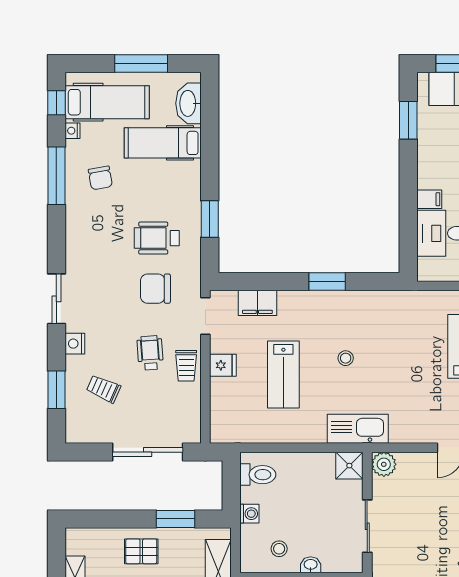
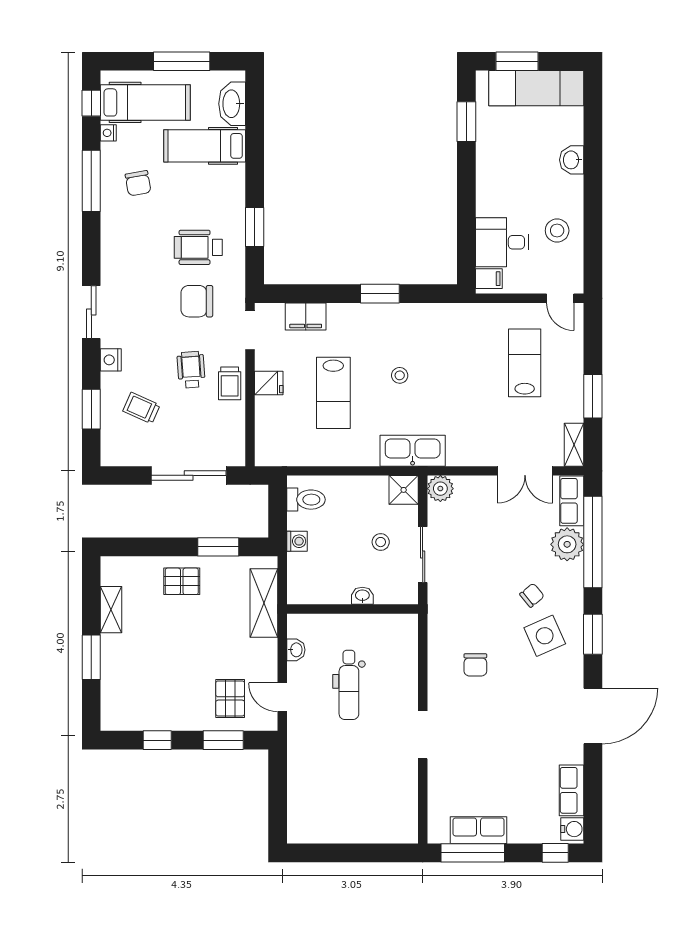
filing cabinet: (429, 199) -> (489, 279), moved
stool: (279, 549) -> (381, 542), moved

